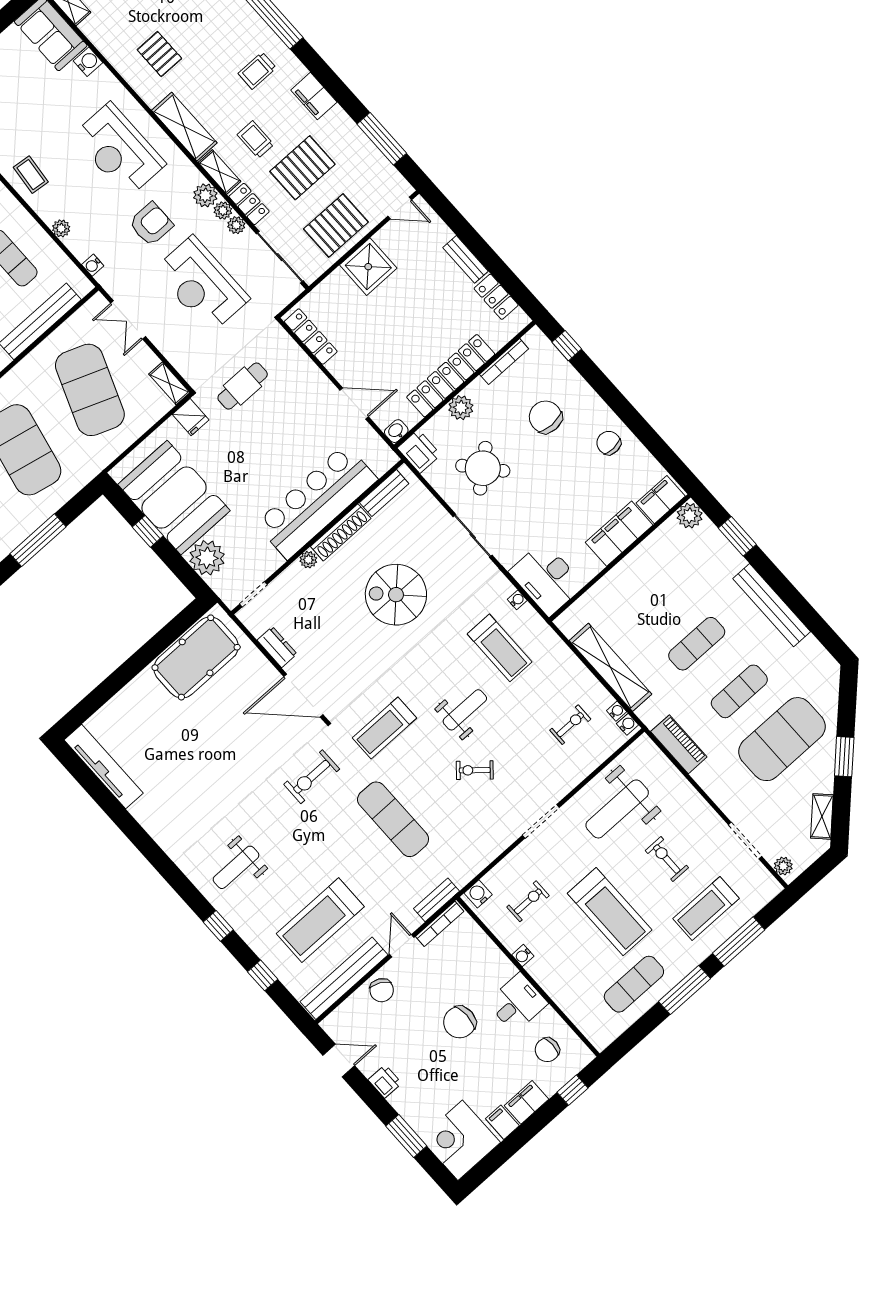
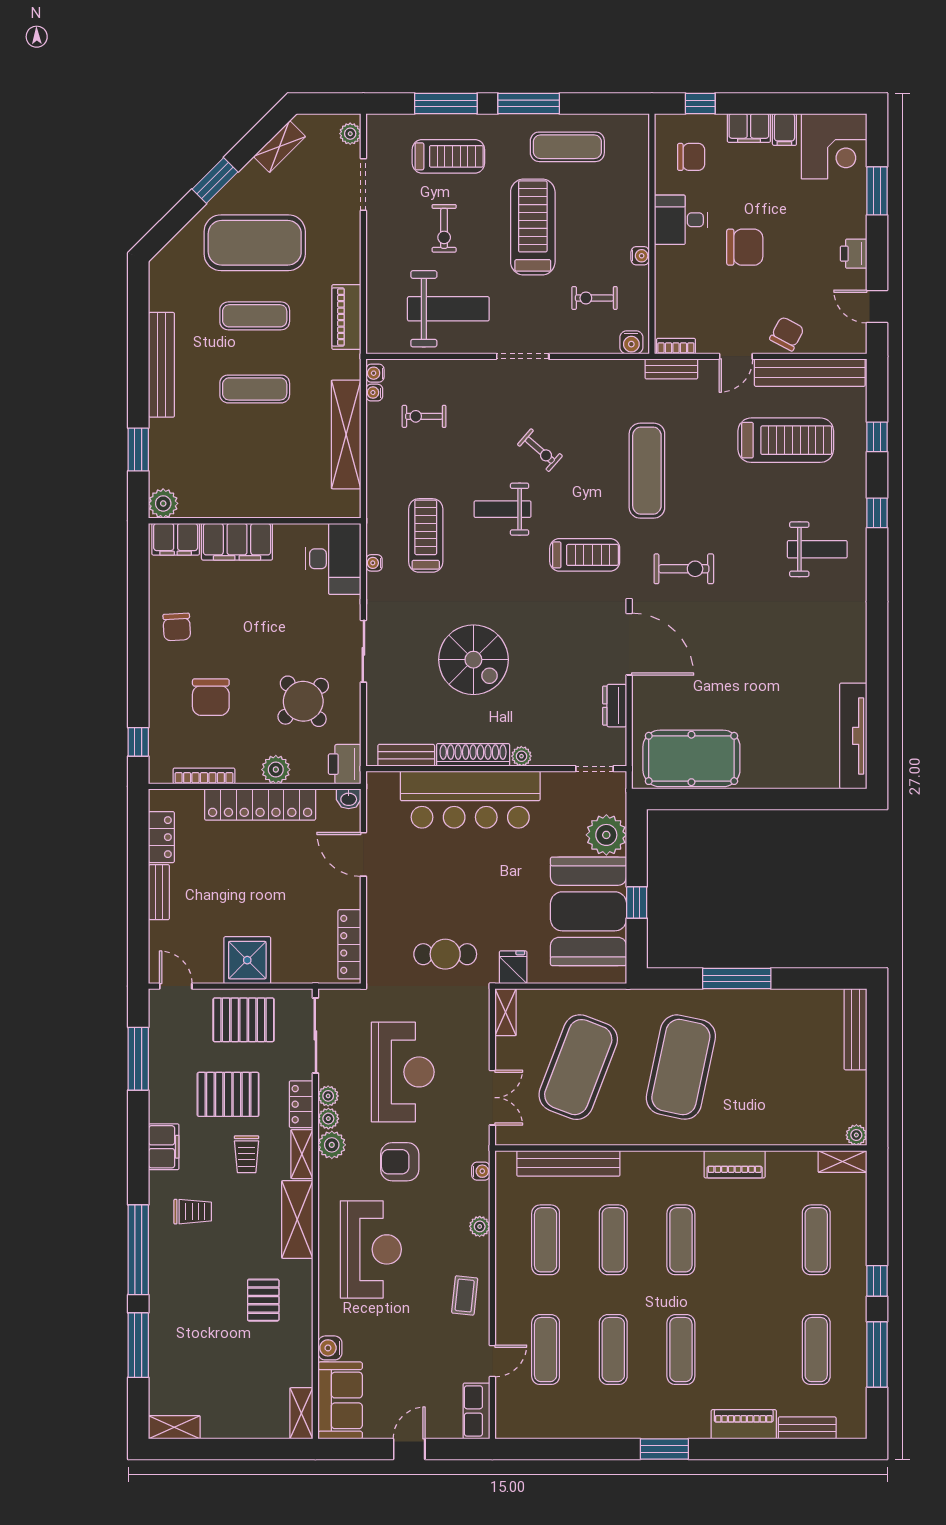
bookcase: (440, 924) -> (676, 346), width x0.64

